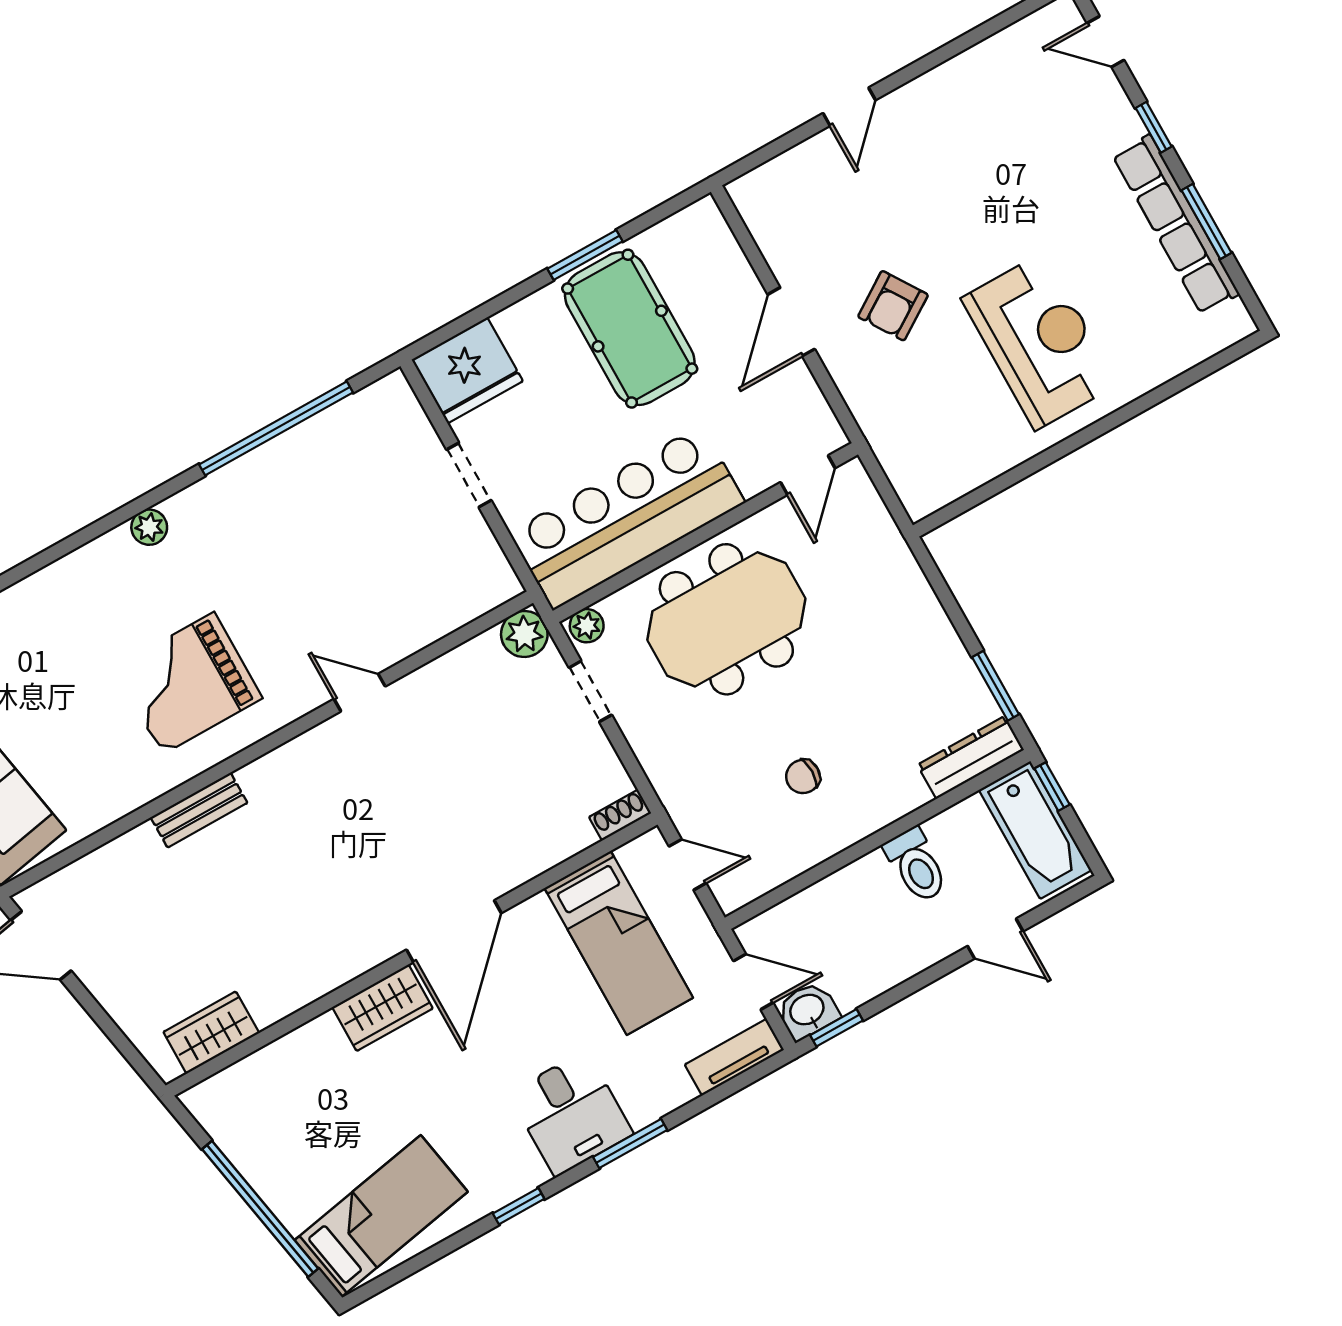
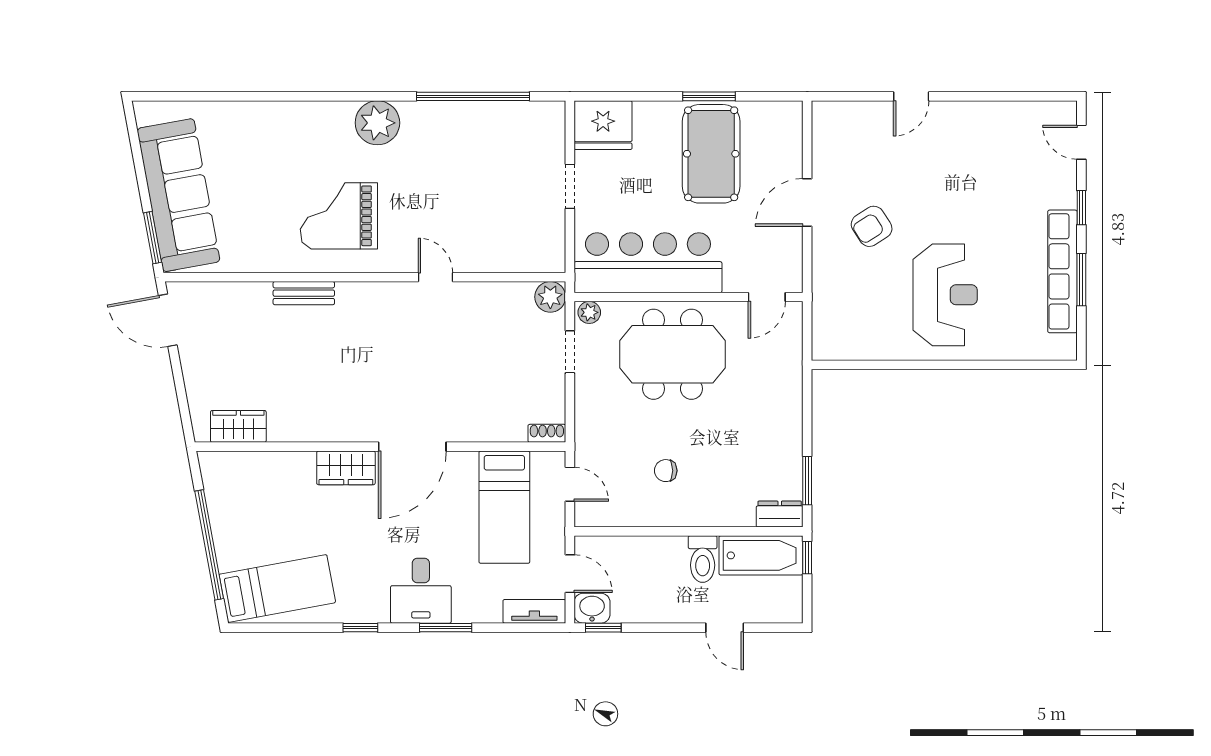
plant: (149, 527) -> (377, 123), width x1.87, depth x1.87
dresser: (971, 757) -> (780, 514), width x0.70
bathtub: (1035, 830) -> (761, 555), moved, turned -90

